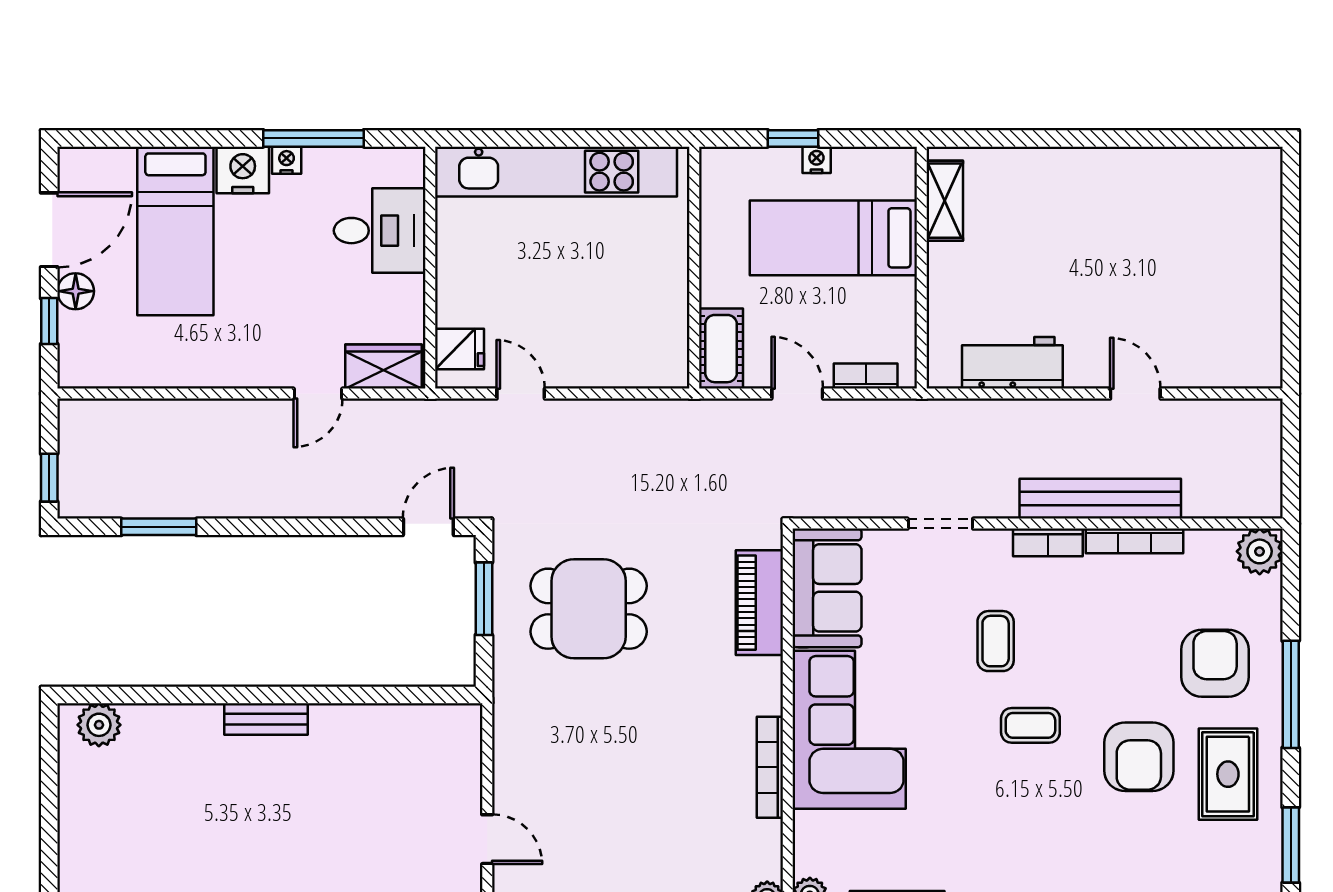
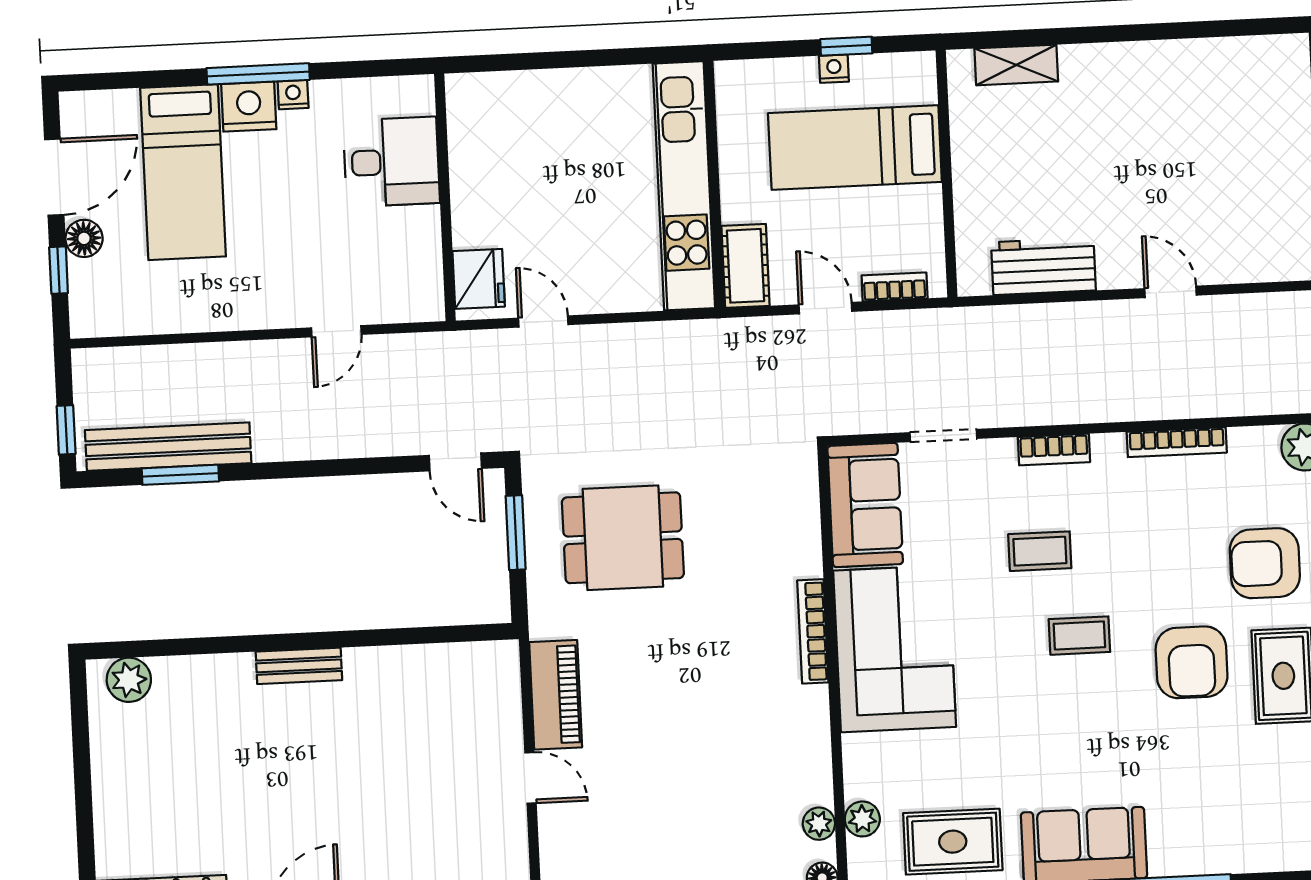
window: (314, 138) -> (258, 74), moved
window: (793, 138) -> (846, 46), moved
kitchen unit: (556, 172) -> (684, 186), moved, turned 90
shelving: (945, 201) -> (1016, 65), moved, turned 90
fridge: (459, 349) -> (479, 279), width x1.38
wardrobe: (383, 367) -> (402, 300), removed
bench: (1100, 499) -> (168, 447), moved
doorway: (940, 524) -> (943, 436), moved
door: (428, 527) -> (455, 462), swing flipped
bookcase: (1048, 542) -> (1054, 450), moved
piano: (759, 603) -> (556, 695), moved, turned 180
coffee table: (996, 641) -> (1040, 551), turned 90
armchair: (1215, 663) -> (1265, 563), turned -90
bookcase: (770, 767) -> (813, 631), moved

